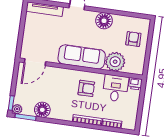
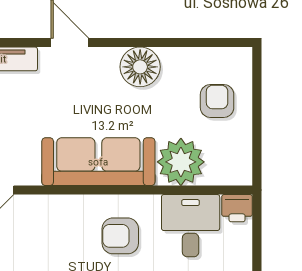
armchair: (86, 88) -> (120, 236), turned 180

